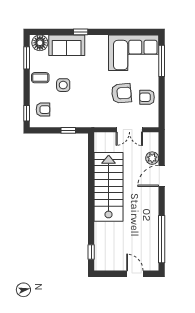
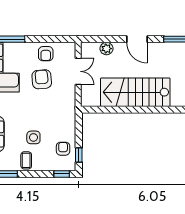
armchair: (43, 110) -> (63, 149), moved
window: (68, 130) -> (79, 155), moved
door: (162, 176) -> (137, 39), moved

